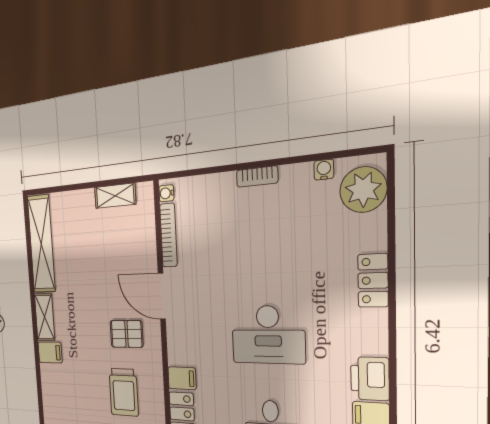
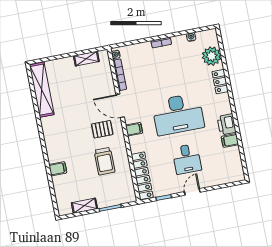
plant: (363, 190) -> (212, 56), moved
shelving: (45, 317) -> (48, 130), removed
desk: (268, 335) -> (178, 114), width x1.36, depth x1.30
filing cabinet: (50, 352) -> (58, 169), moved
filing cabinet: (182, 378) -> (134, 129), moved

